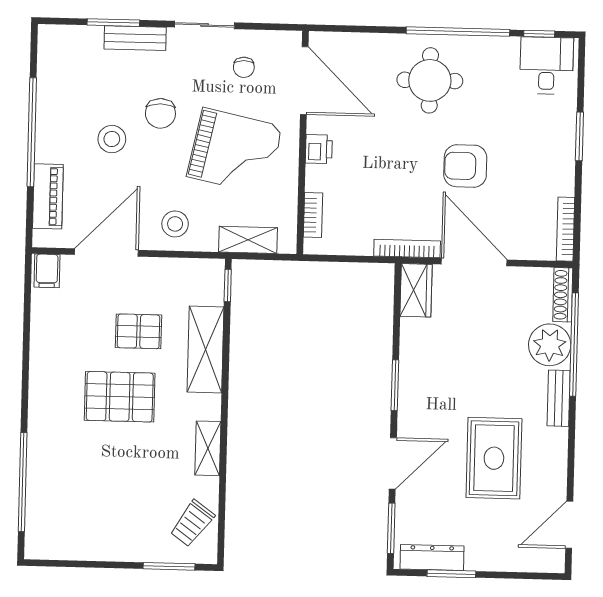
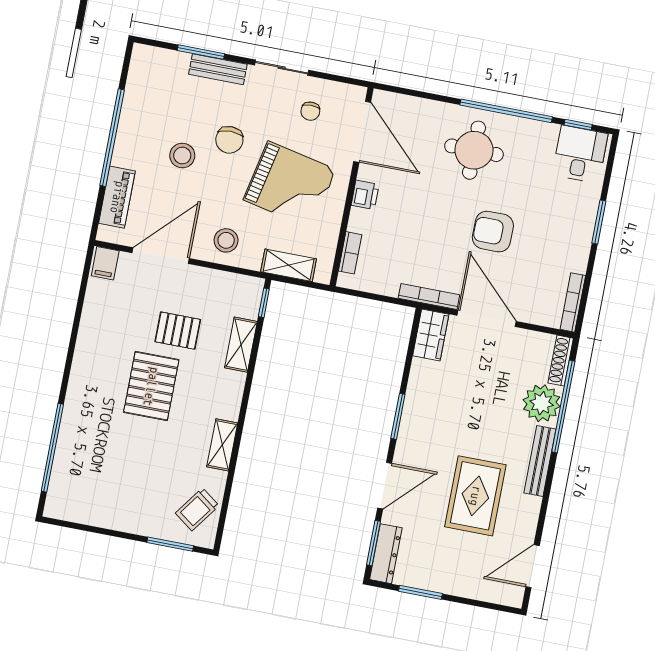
shelving: (205, 350) -> (241, 345), width x0.67, depth x0.75
pallet: (120, 397) -> (151, 386), turned 90
bench: (559, 398) -> (540, 461), width x1.36
dresser: (432, 558) -> (386, 554), moved, turned 90

